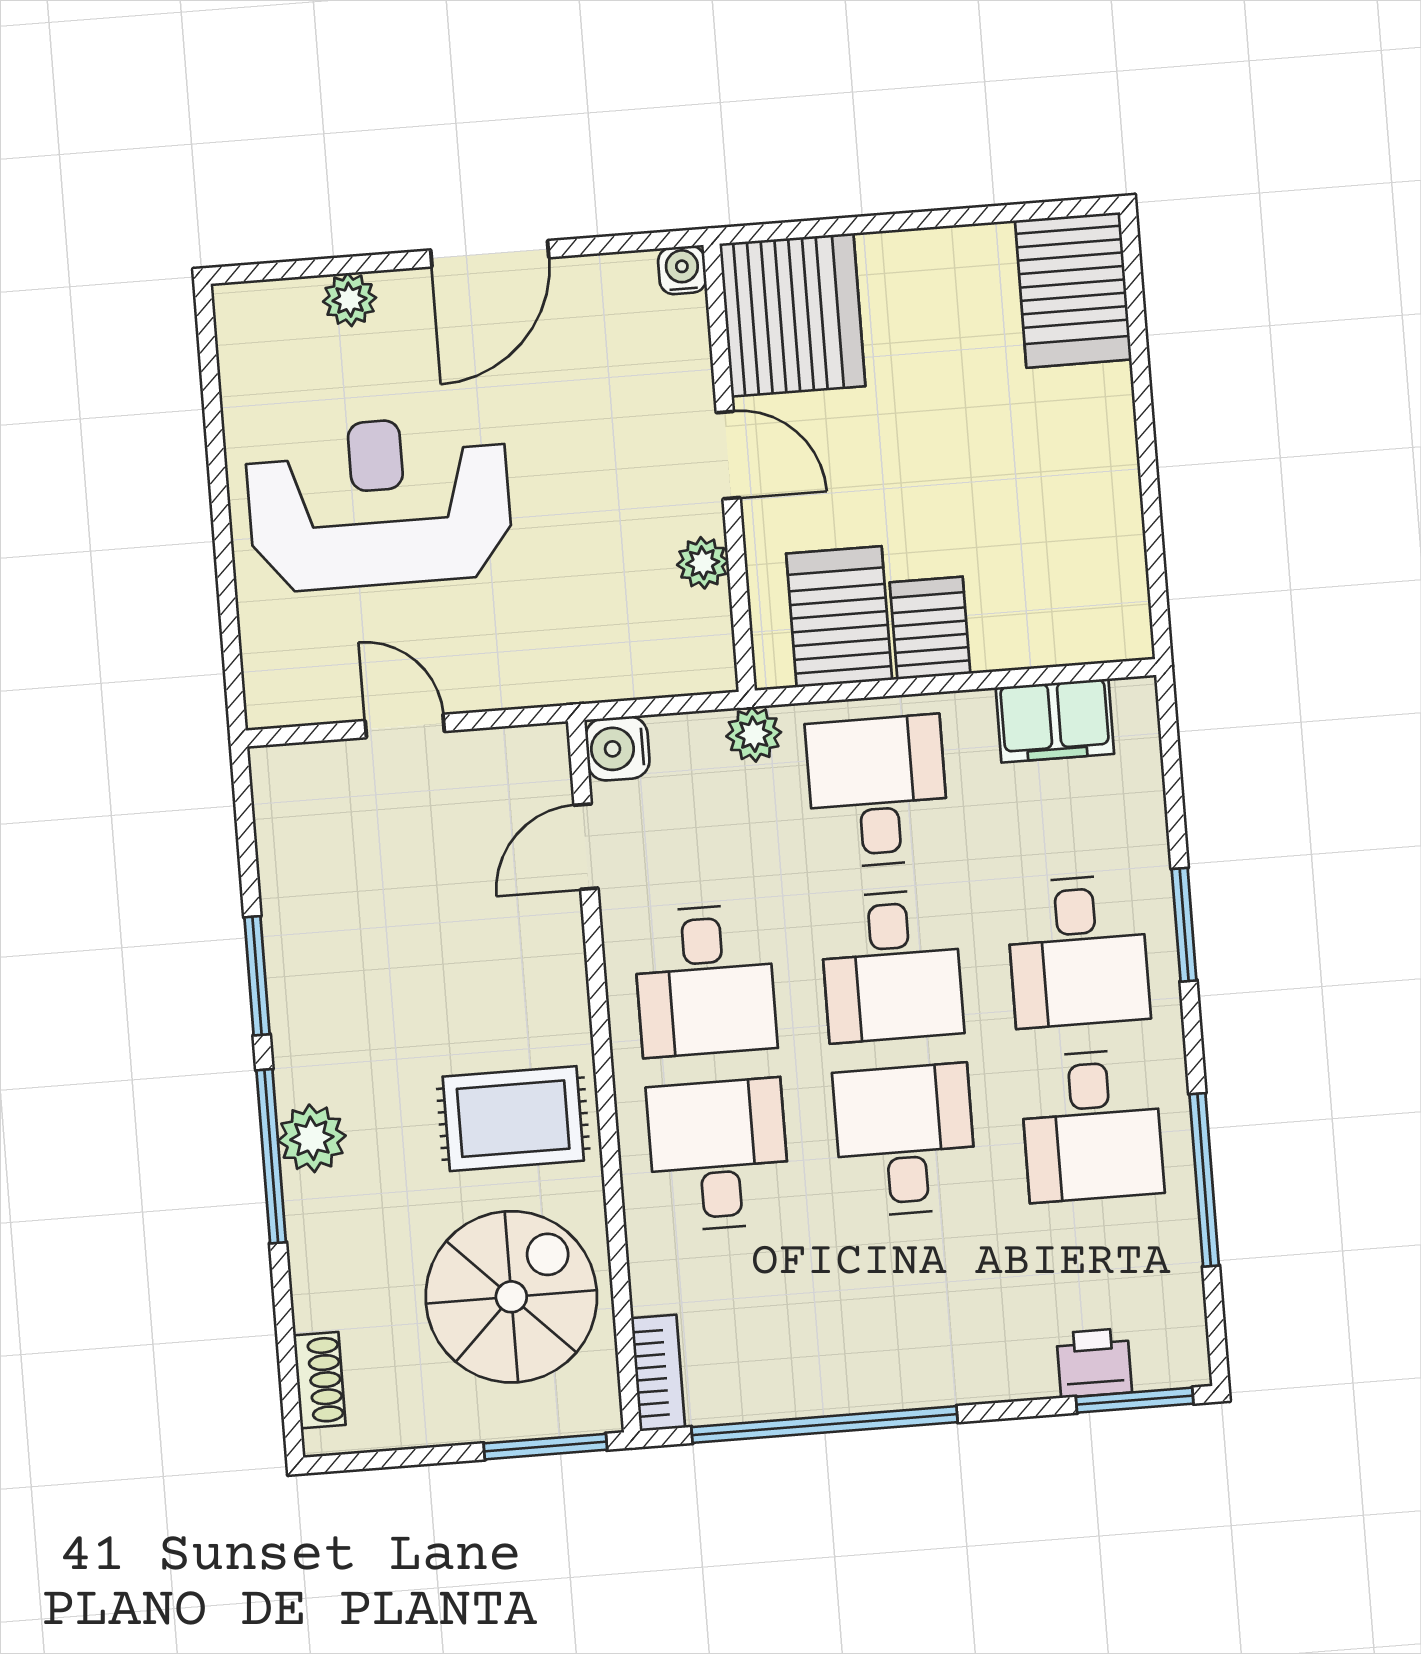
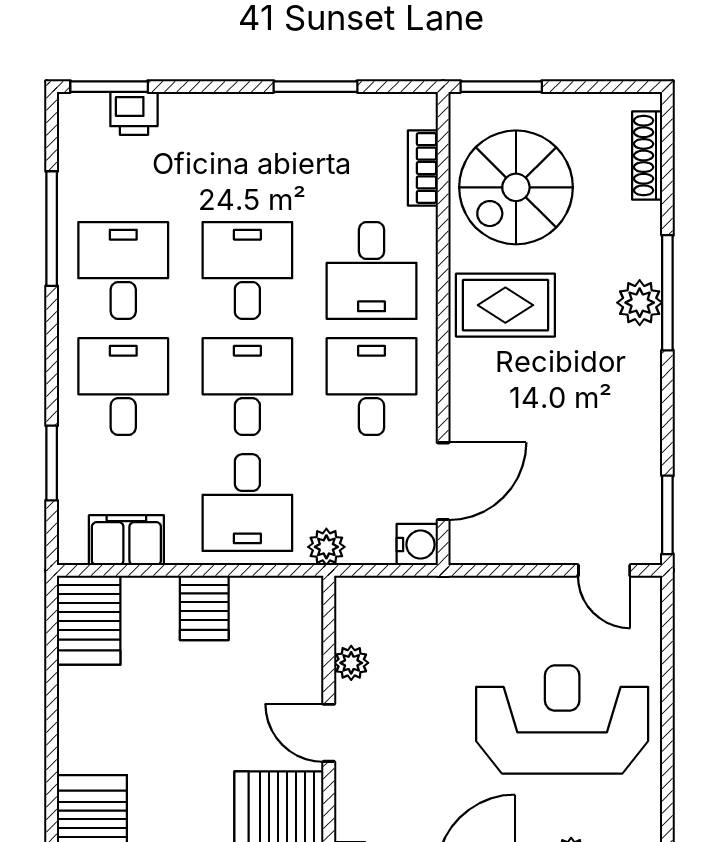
reception desk: (379, 503) -> (562, 719), turned 180
server rack: (839, 617) -> (89, 620), moved
door: (405, 726) -> (604, 570), moved
door: (586, 847) -> (443, 481), width x1.38
window: (1184, 925) -> (52, 463), moved
window: (257, 976) -> (667, 515), moved
desk: (905, 1140) -> (247, 270), turned 180
bookcase: (658, 1373) -> (423, 168), moved
shoe rack: (320, 1380) -> (647, 155), width x1.43
window: (824, 1425) -> (316, 87), width x0.47

